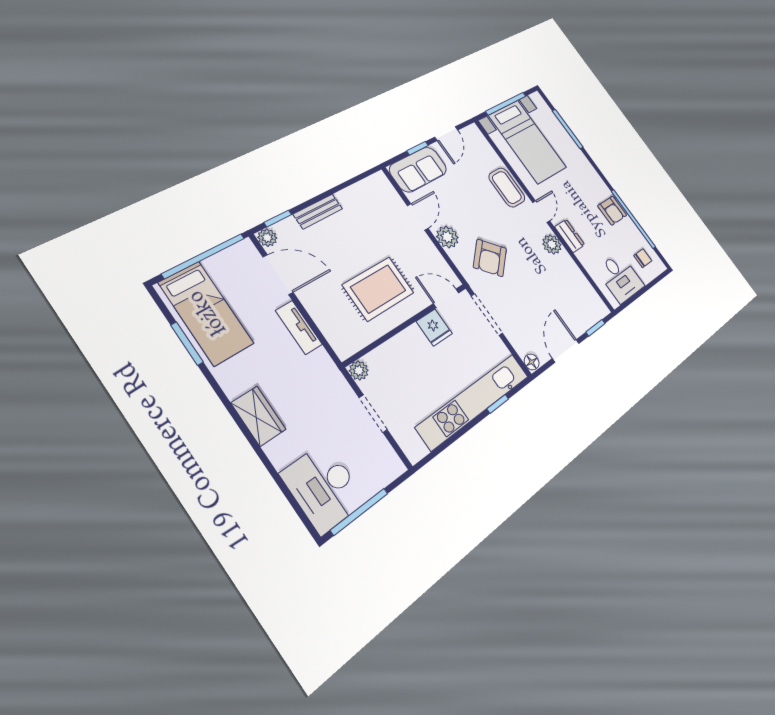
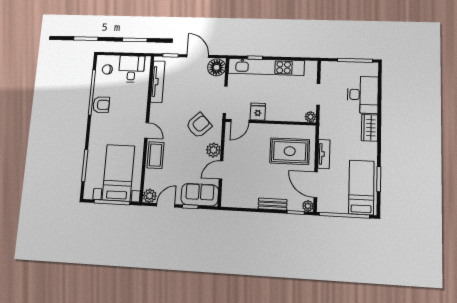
armchair: (612, 211) -> (101, 105), turned 90
door: (541, 212) -> (147, 130), swing flipped
dresser: (570, 236) -> (141, 108), removed
plant: (552, 244) -> (150, 196), moved
tv unit: (580, 282) -> (158, 82), added
rug: (378, 289) -> (290, 151), moved
door: (446, 298) -> (240, 121), hinge flipped
door: (566, 351) -> (198, 56), swing flipped
floor lamp: (532, 362) -> (217, 67), width x1.89, depth x1.89
desk: (324, 487) -> (363, 95), moved

